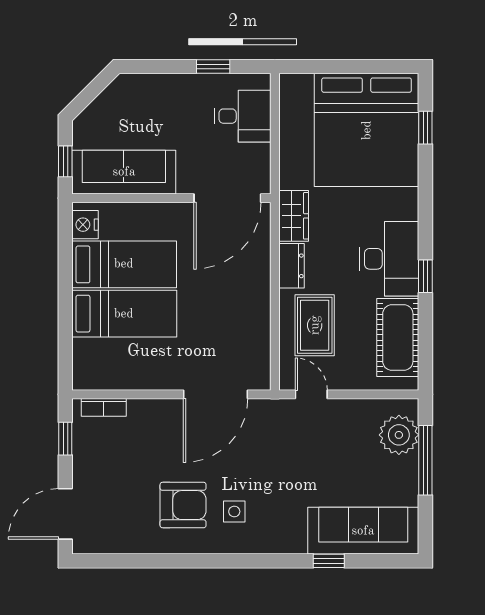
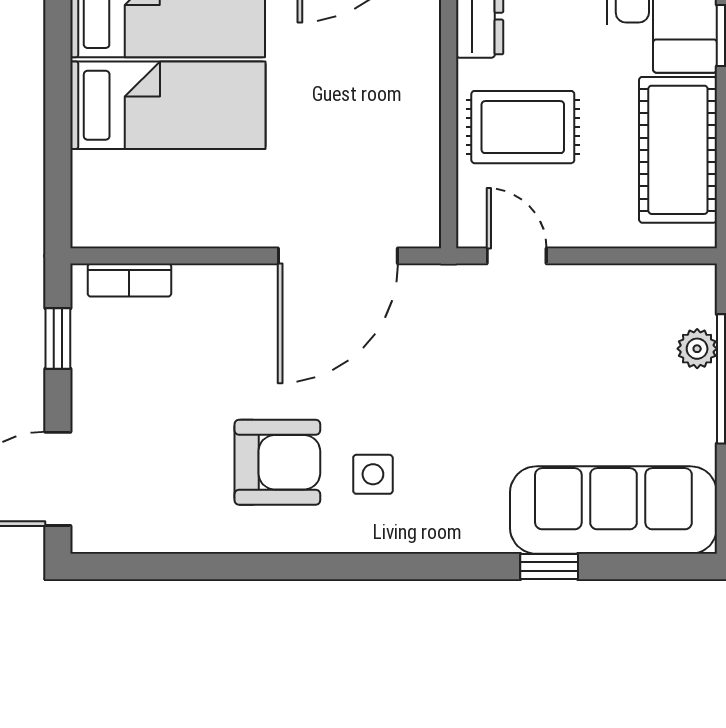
rug: (315, 325) -> (523, 127), turned 90
plant: (399, 435) -> (697, 349), width x0.53, depth x0.53

